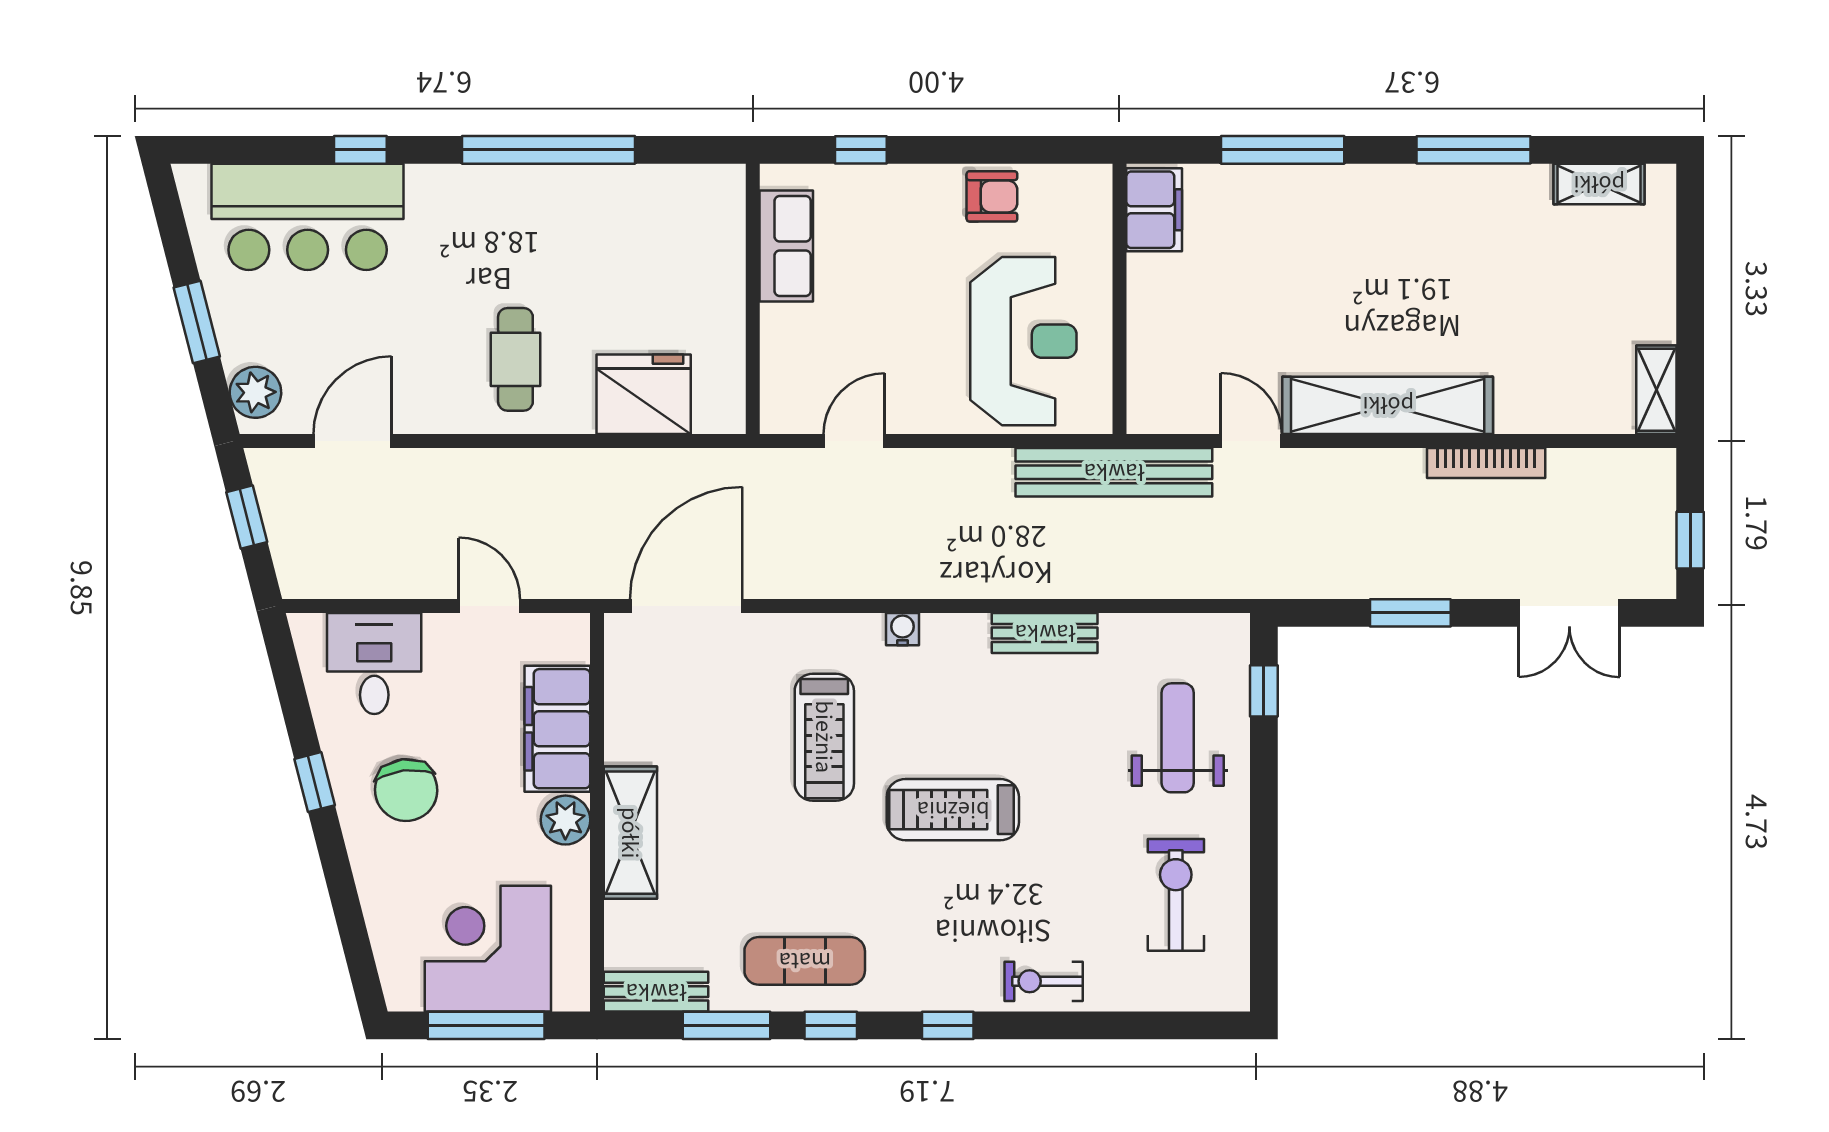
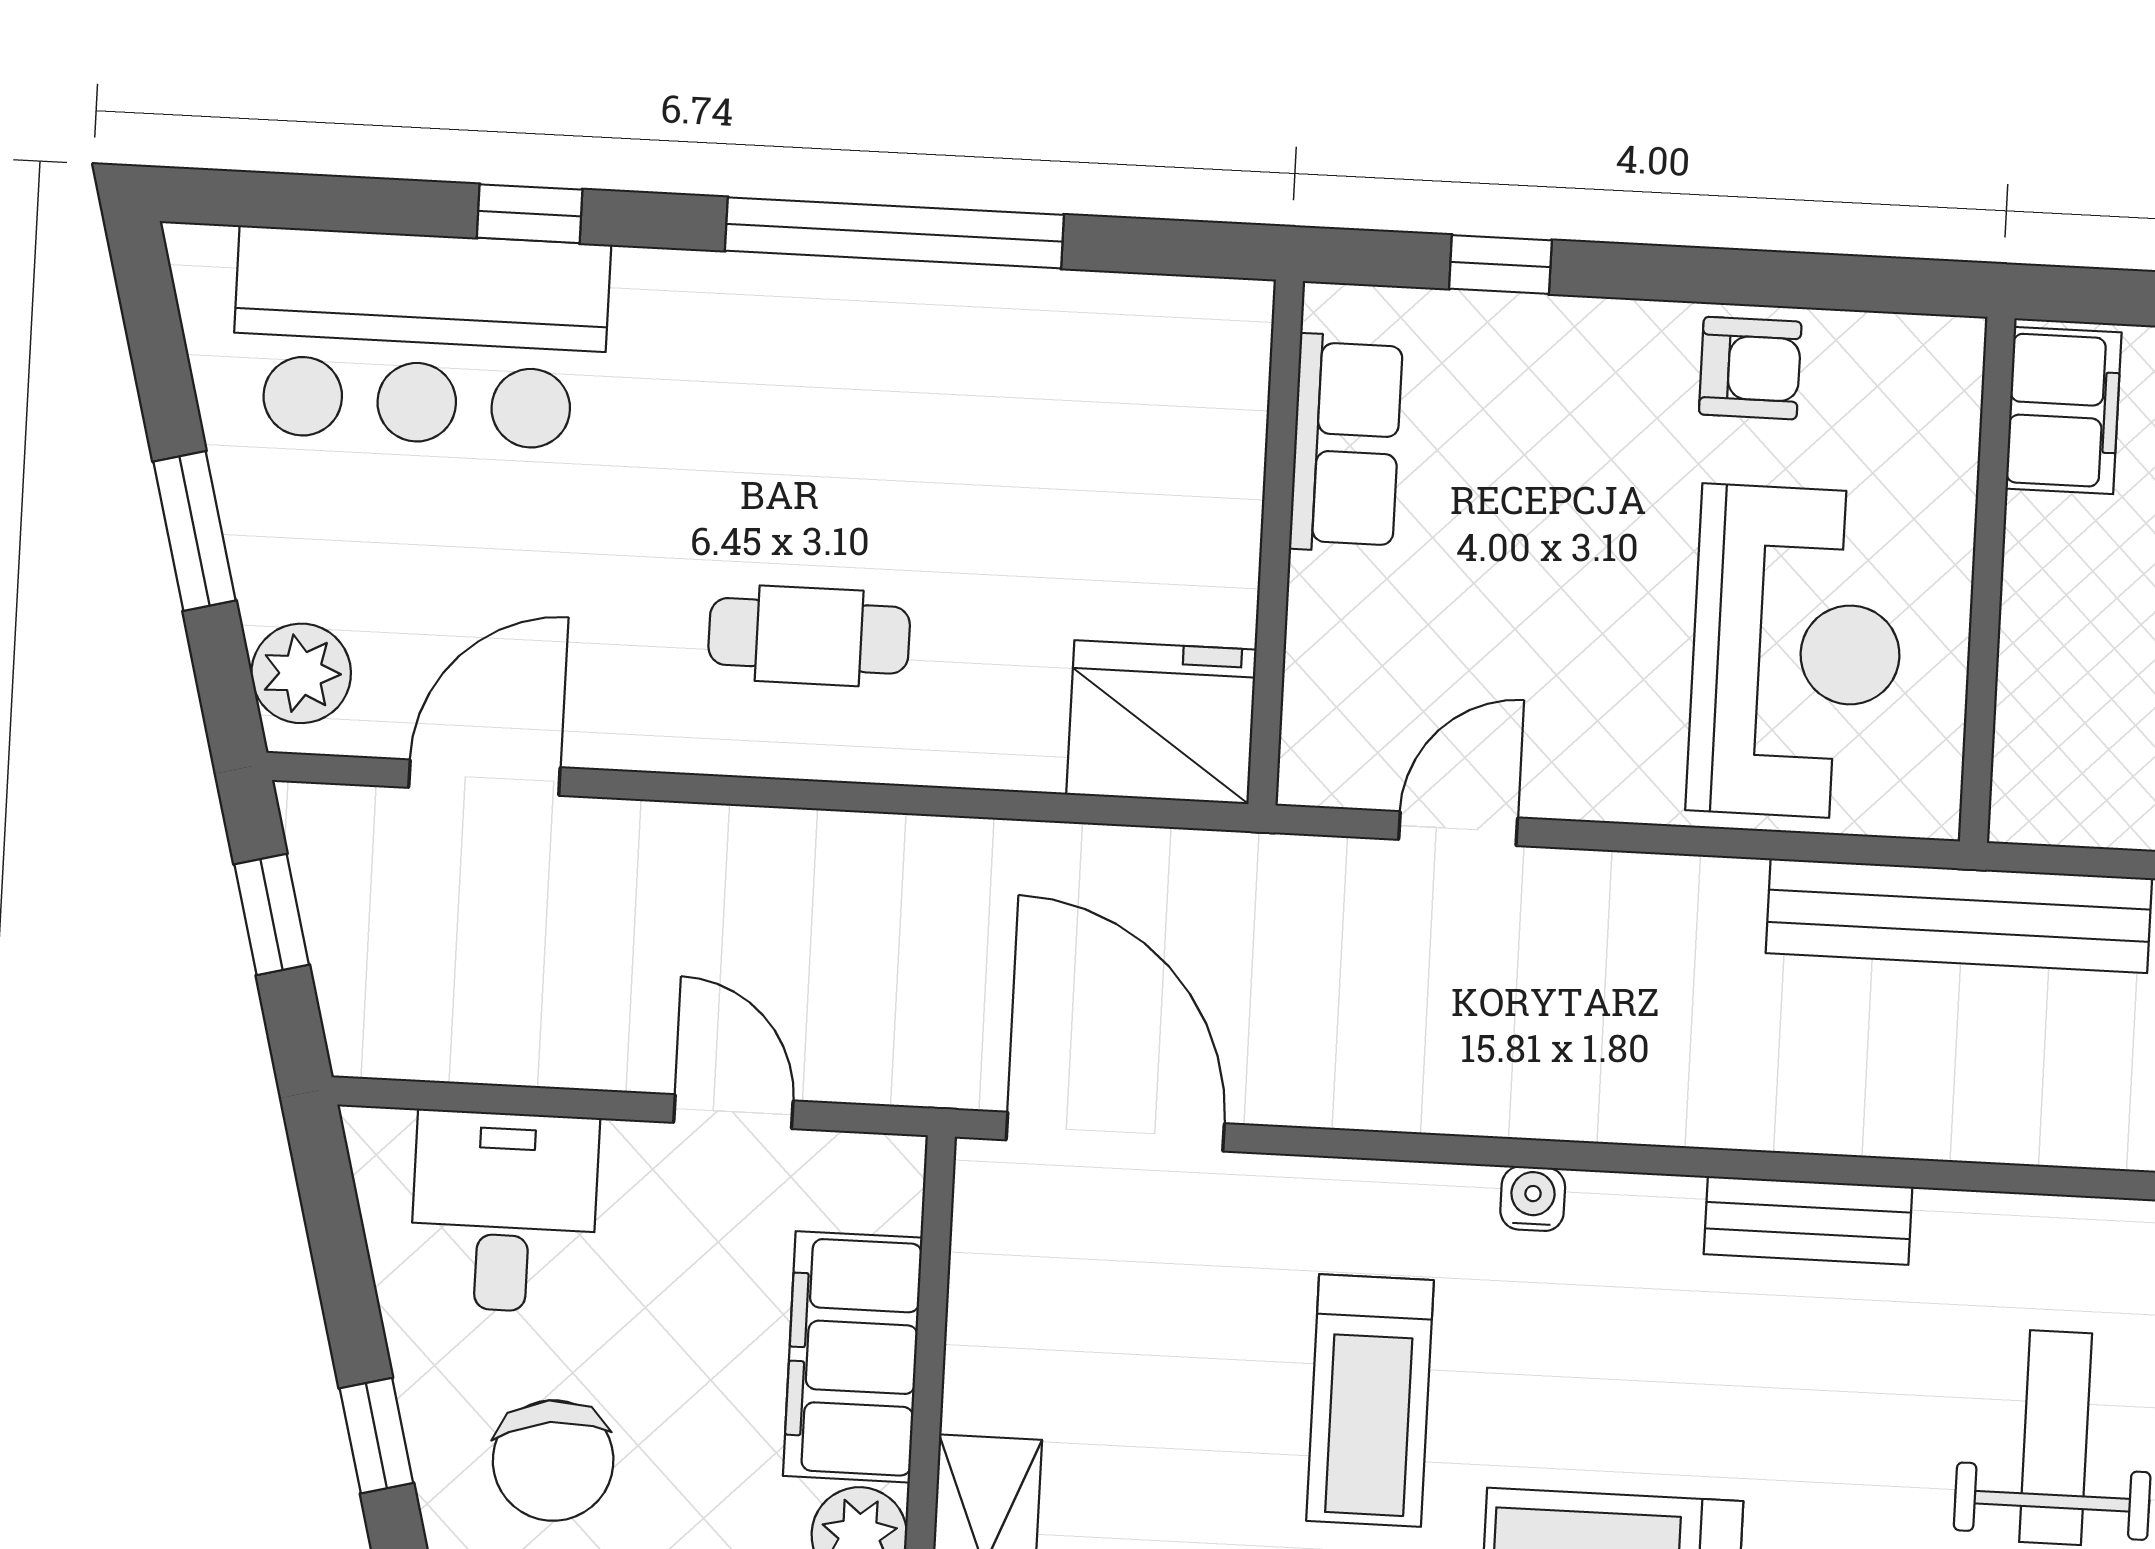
cafe table: (515, 359) -> (809, 636), turned 90
fridge: (644, 394) -> (1161, 722), moved
door: (686, 606) -> (1115, 1132), hinge flipped

